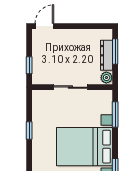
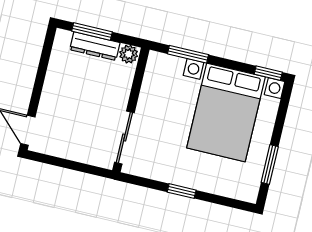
window: (29, 65) -> (82, 168), removed
sliding door: (70, 87) -> (124, 137), moved

